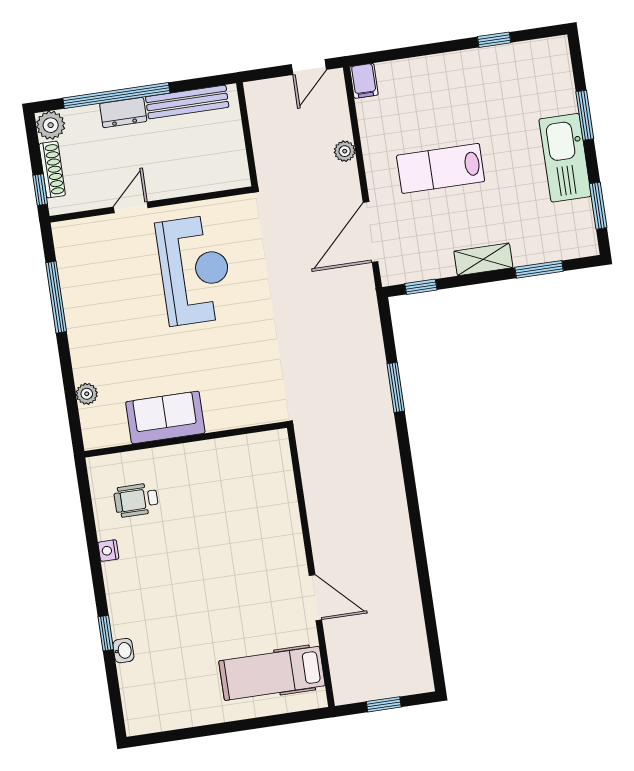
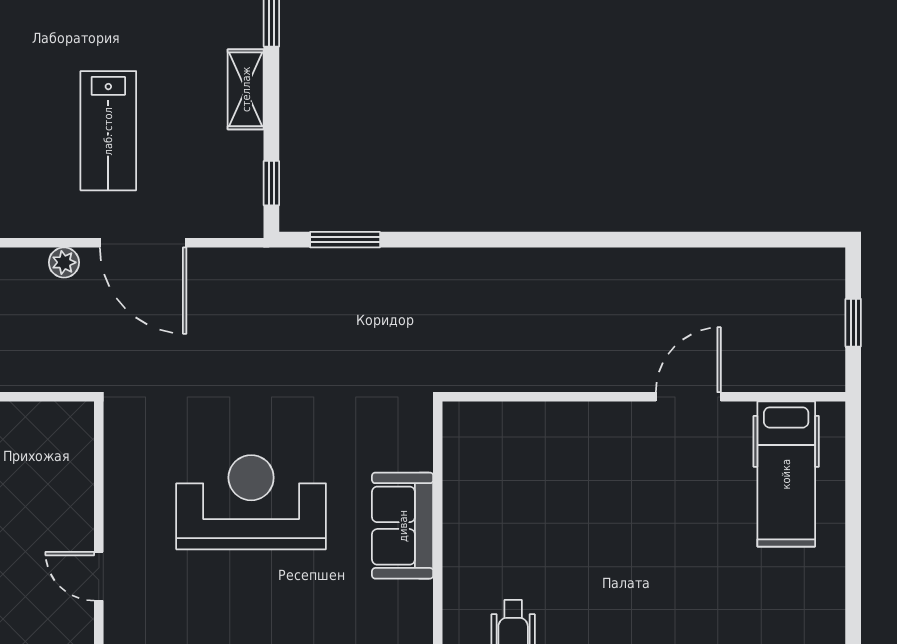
door: (371, 232) -> (143, 243), moved
reception desk: (195, 270) -> (251, 502), moved
window: (396, 387) -> (345, 240), moved
sofa: (165, 417) -> (403, 526), moved

